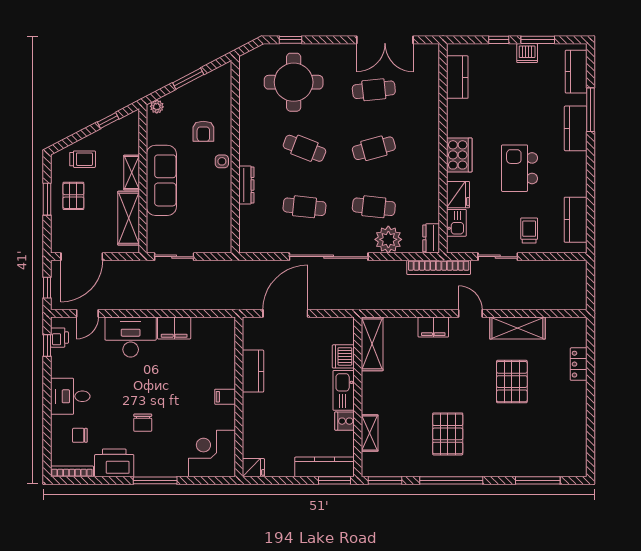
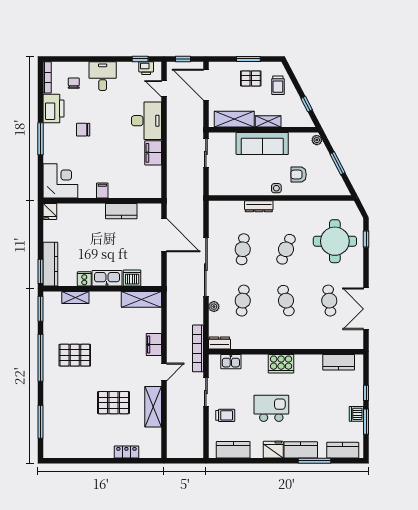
fridge: (458, 195) -> (273, 450), moved, turned 180
plant: (388, 239) -> (214, 307), width x0.53, depth x0.53

